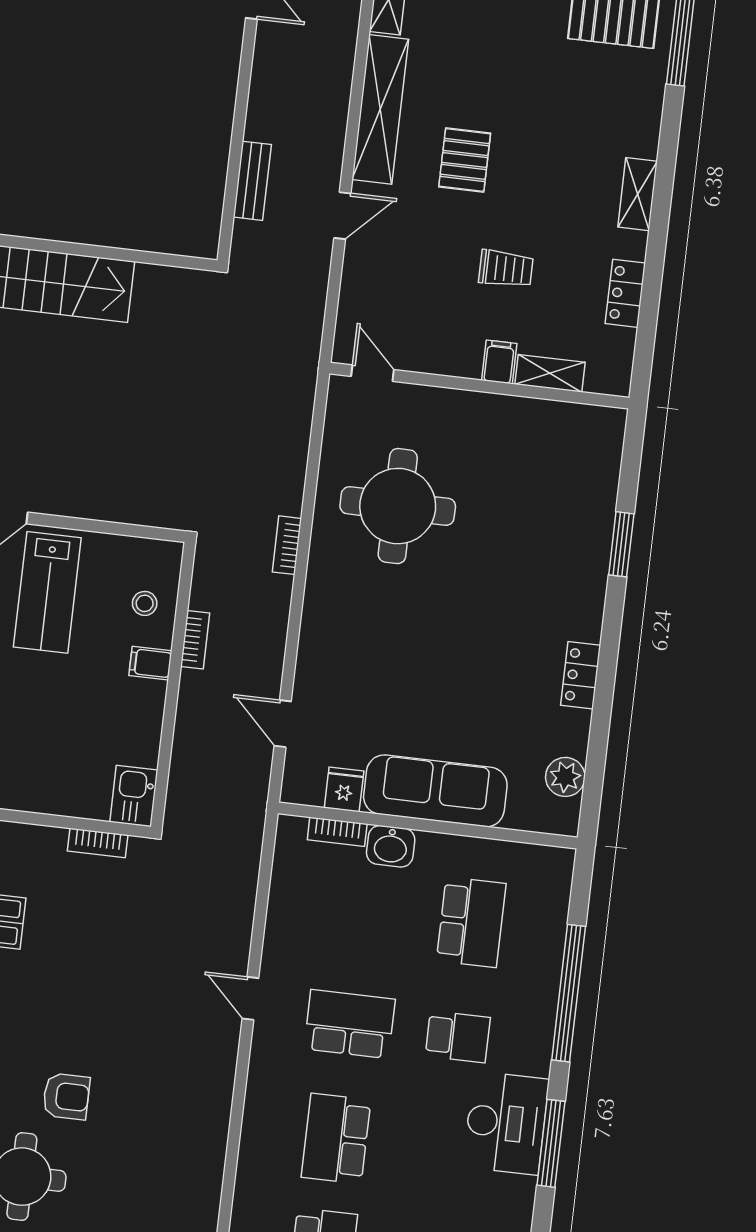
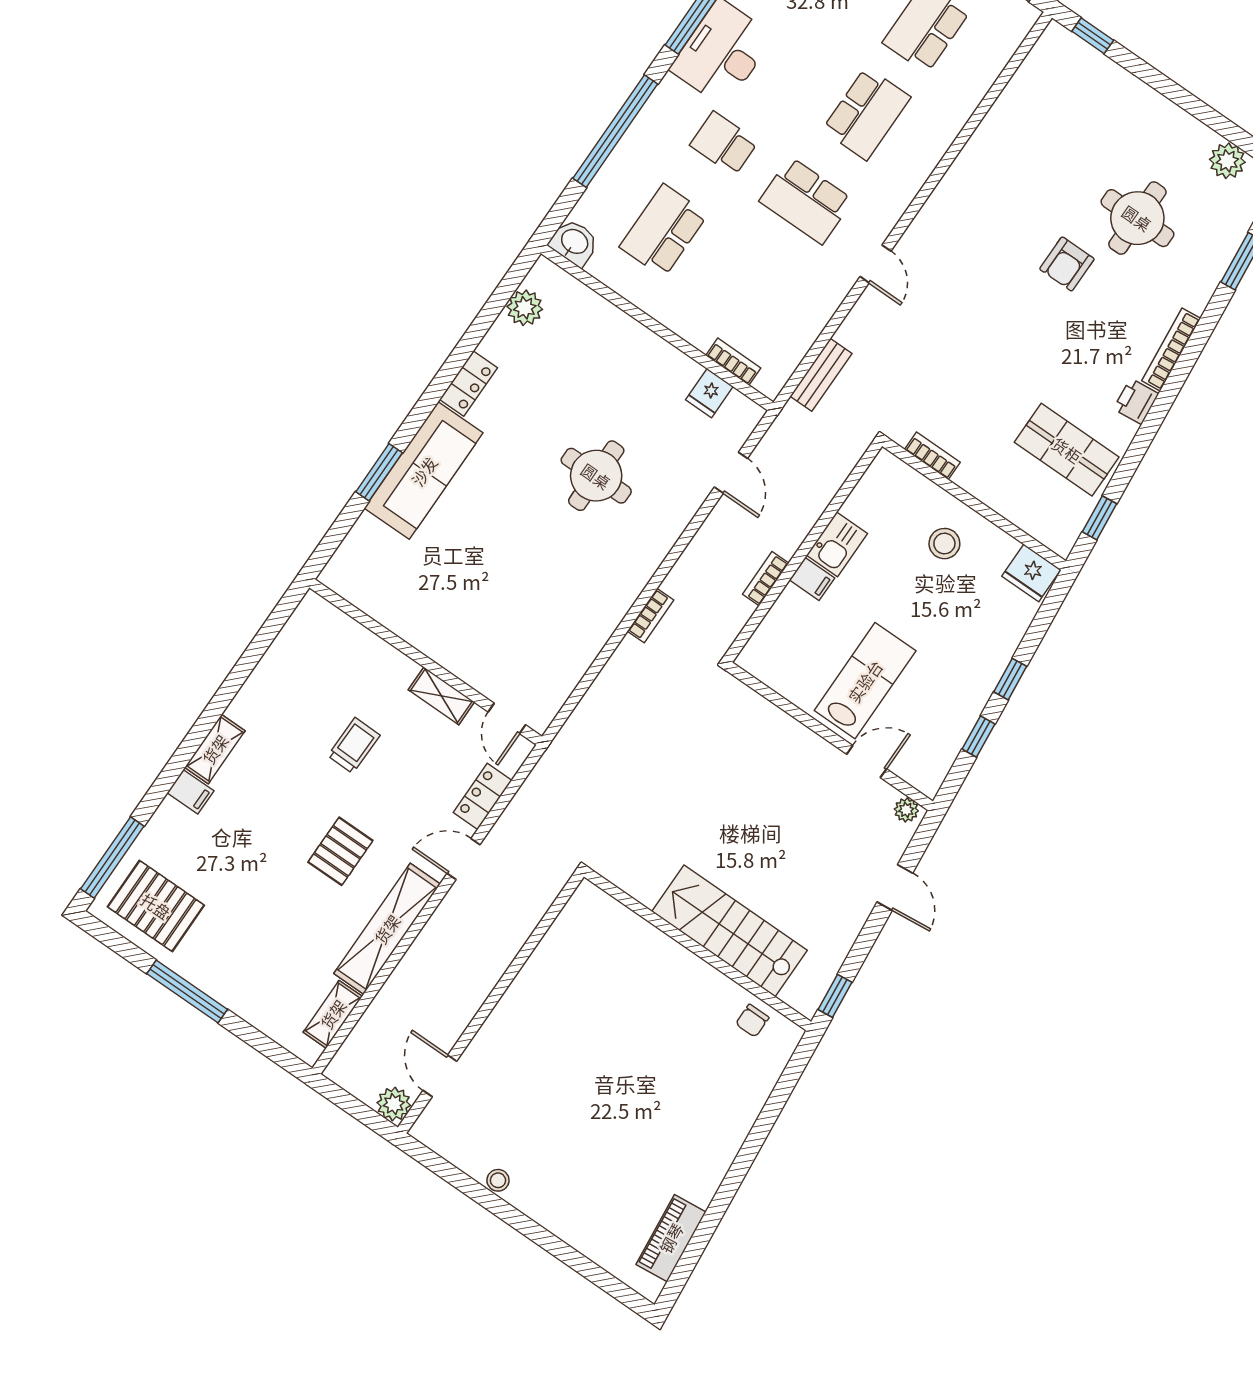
bench: (252, 181) -> (821, 375), moved
trolley: (506, 269) -> (354, 745), turned 91
locker: (625, 293) -> (482, 796), moved, turned 180
filing cabinet: (499, 362) -> (191, 792), moved, turned -90
shelving: (550, 373) -> (441, 696), moved
round table: (398, 506) -> (596, 476), moved, width x0.73, depth x0.73
stool: (145, 603) -> (944, 544), moved, width x1.37, depth x1.37
sofa: (435, 791) -> (424, 471), moved, turned -90
kitchen sink: (134, 796) -> (837, 544), moved
washbasin: (391, 846) -> (574, 242), moved
armchair: (66, 1096) -> (1067, 264), turned -90

